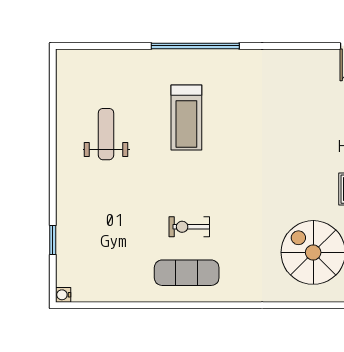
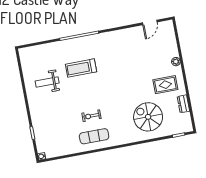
treadmill: (186, 117) -> (81, 68), turned 90
weight bench: (106, 134) -> (47, 82), turned -90

